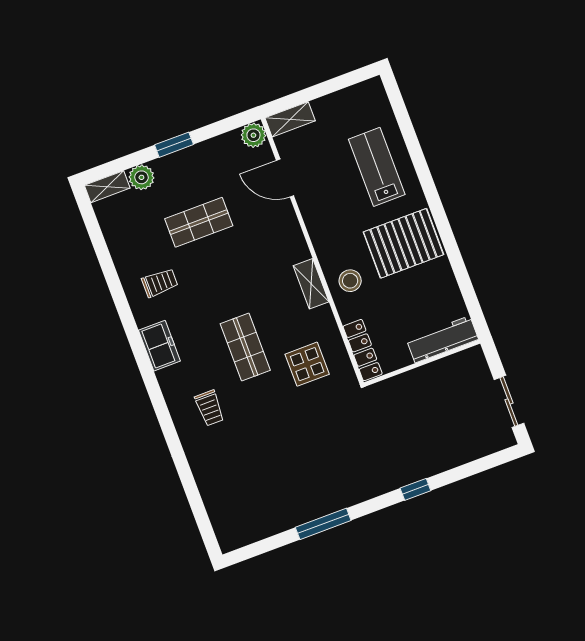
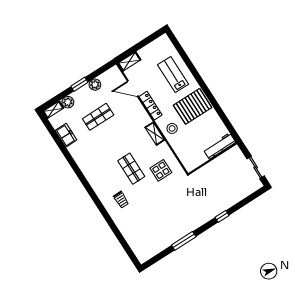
plant: (253, 135) -> (95, 85), moved
trolley: (160, 283) -> (86, 148), removed
freezer: (159, 346) -> (66, 135), moved
locker: (363, 350) -> (151, 106), moved

